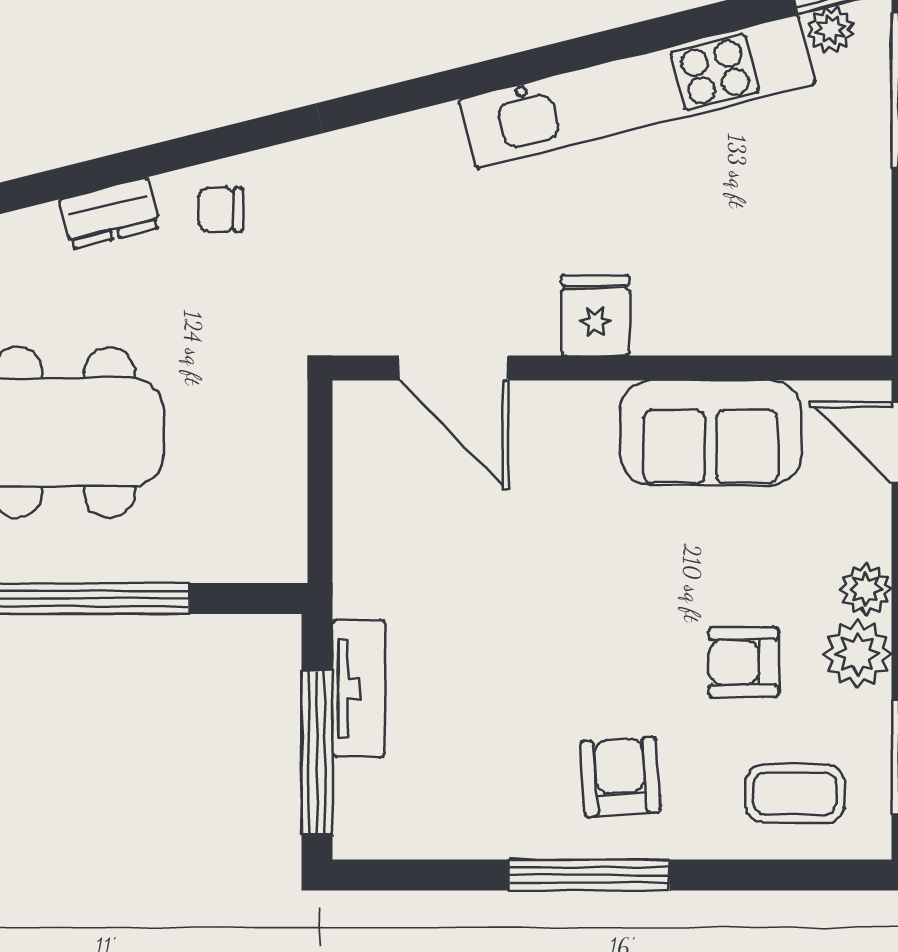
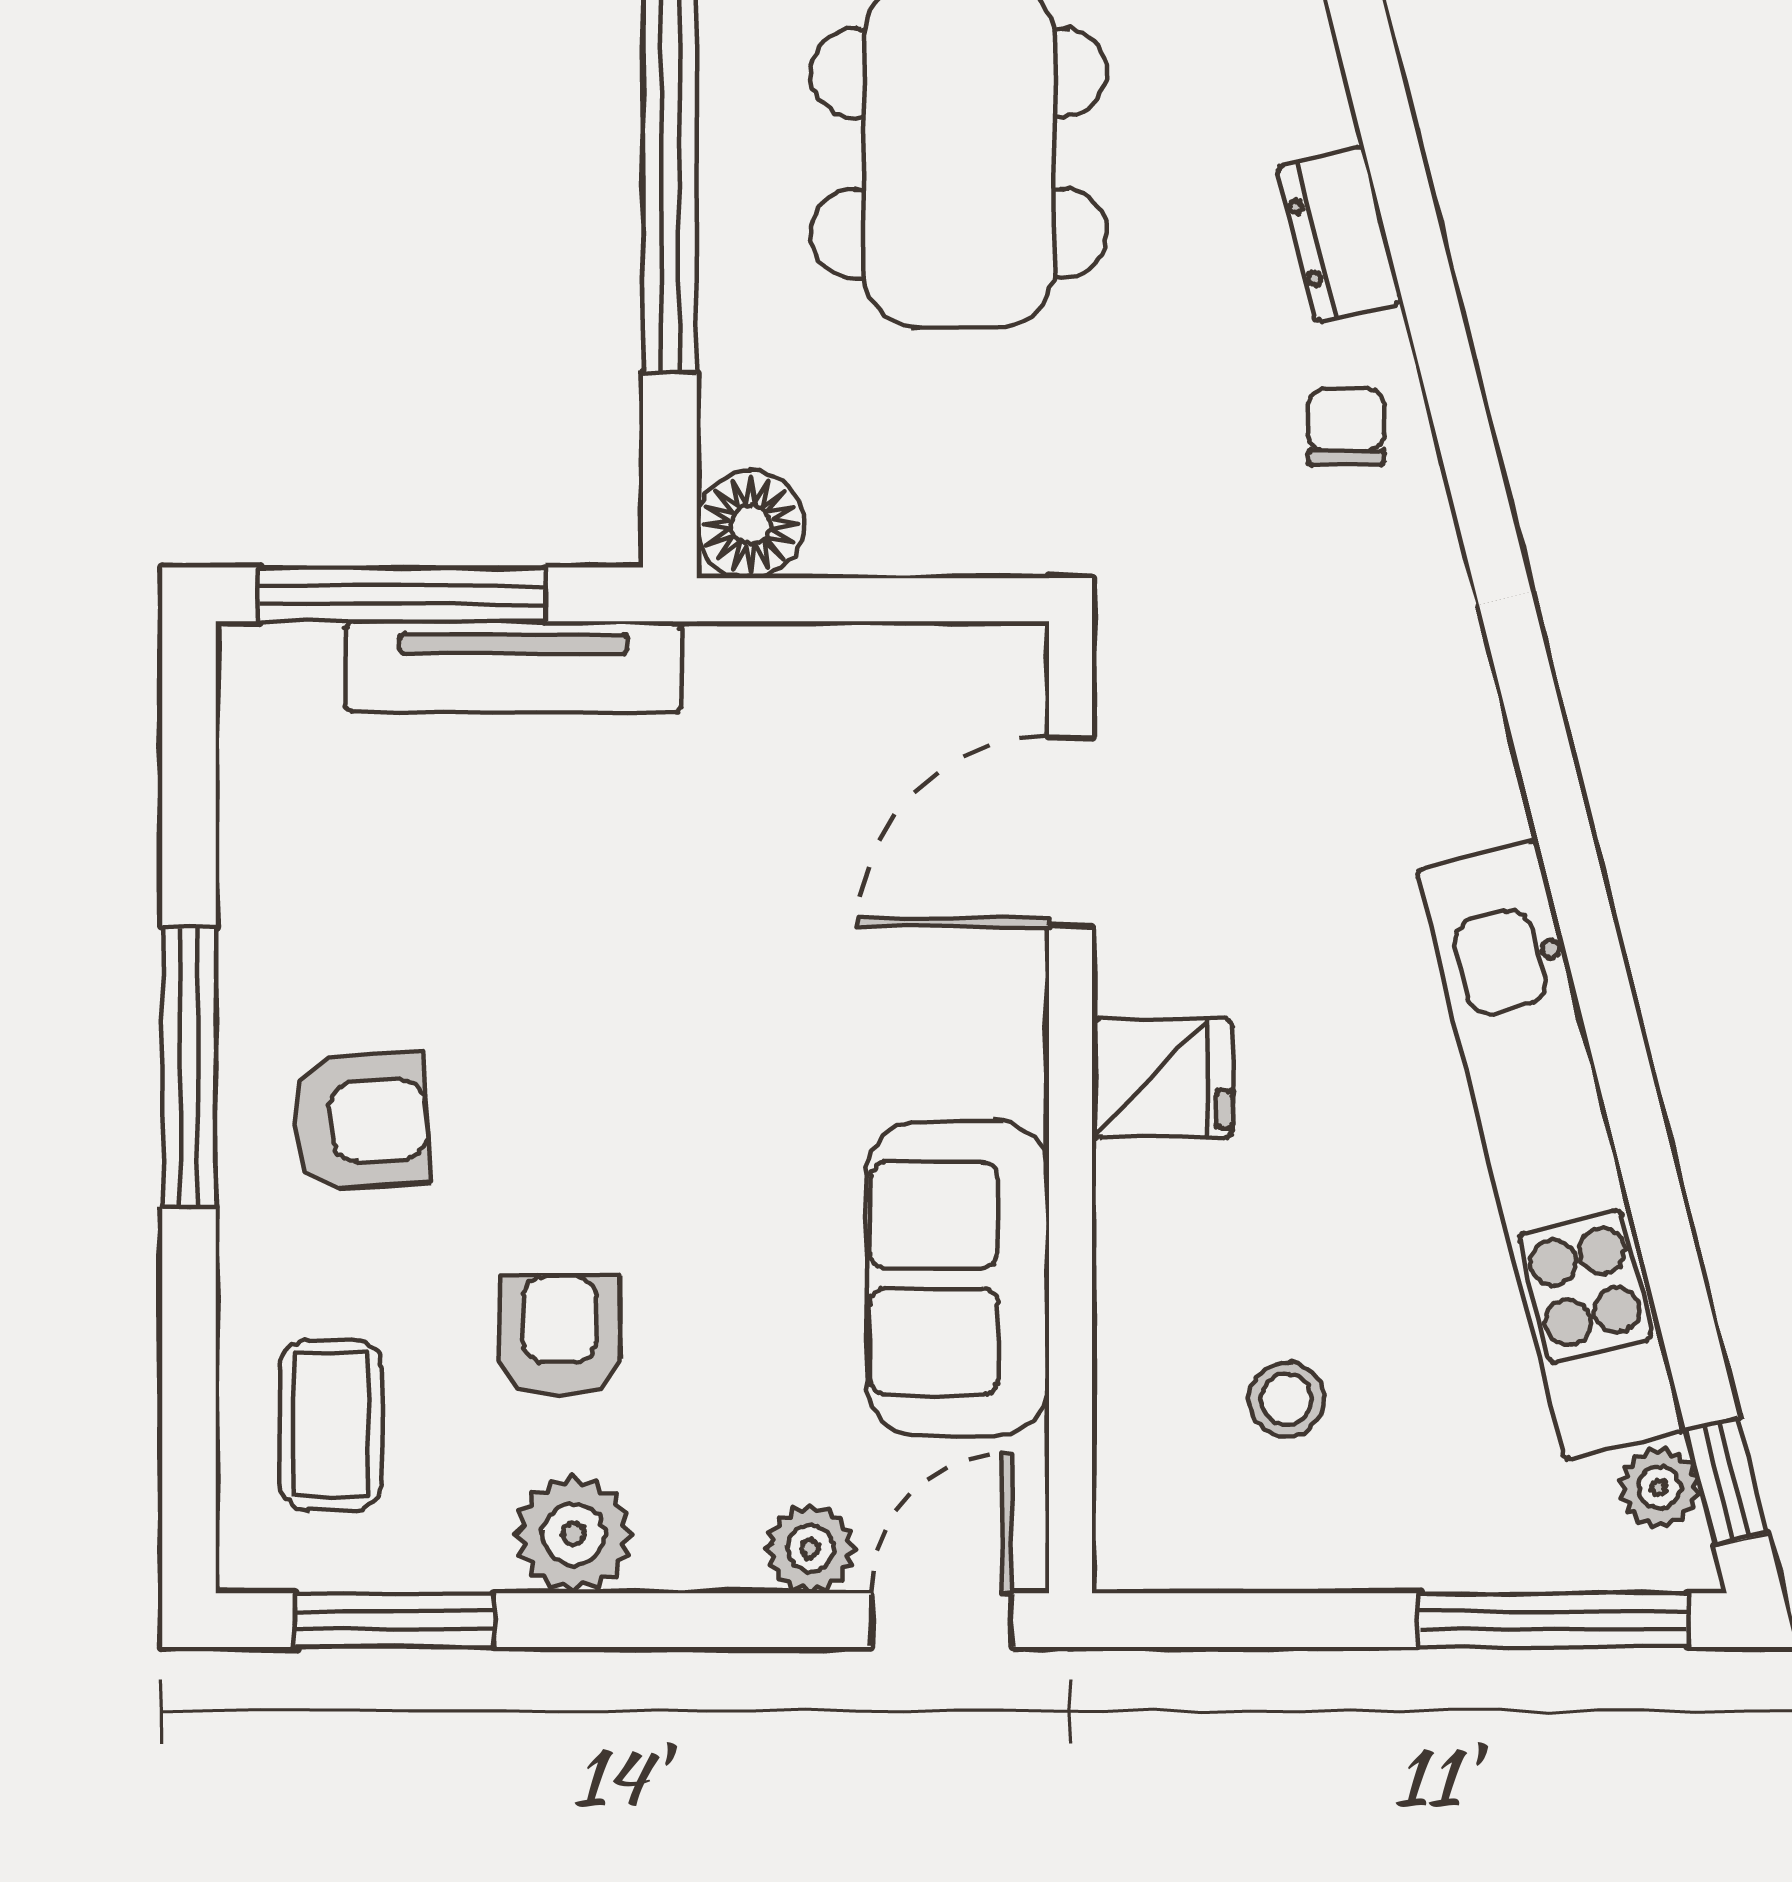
stool: (780, 244) -> (1286, 1399), added
floor lamp: (277, 552) -> (750, 524), added
plant: (866, 589) -> (810, 1549), moved
tv unit: (359, 688) -> (514, 667), width x1.41

